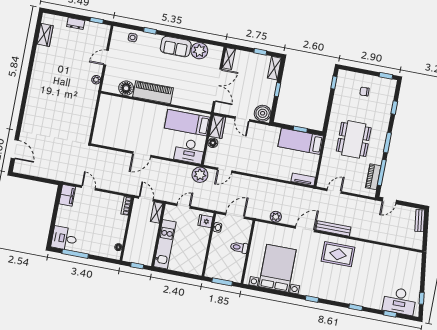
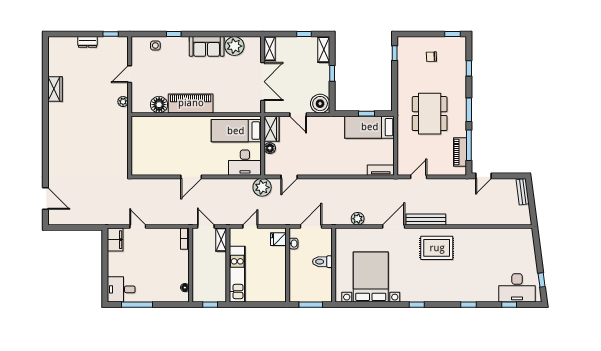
wardrobe: (45, 35) -> (55, 89), moved

